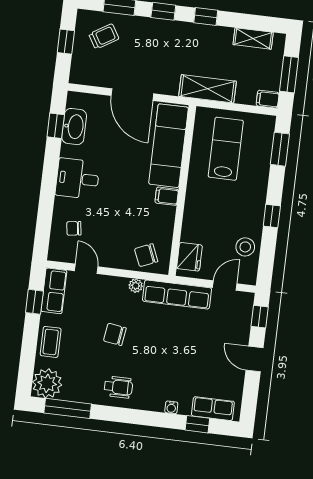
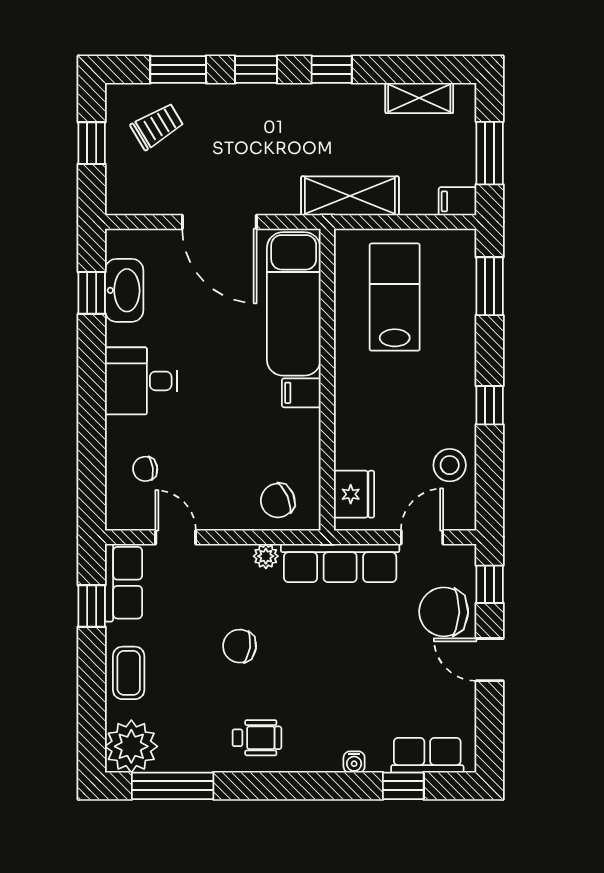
chair: (232, 329) -> (444, 612), added

